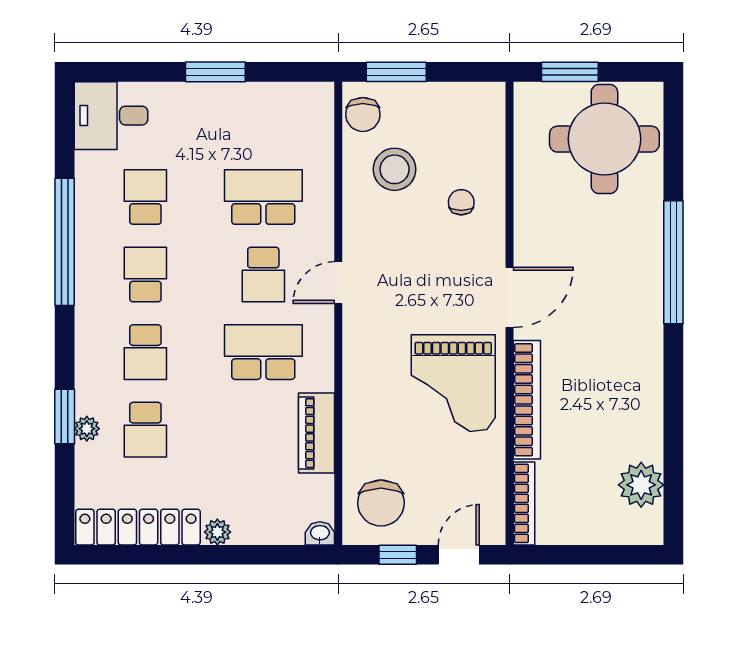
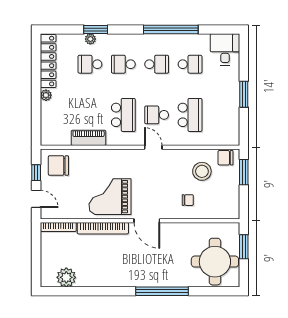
washbasin: (320, 533) -> (45, 139), removed

